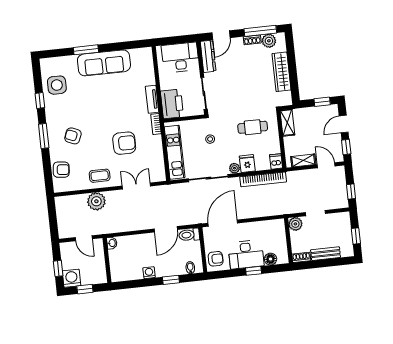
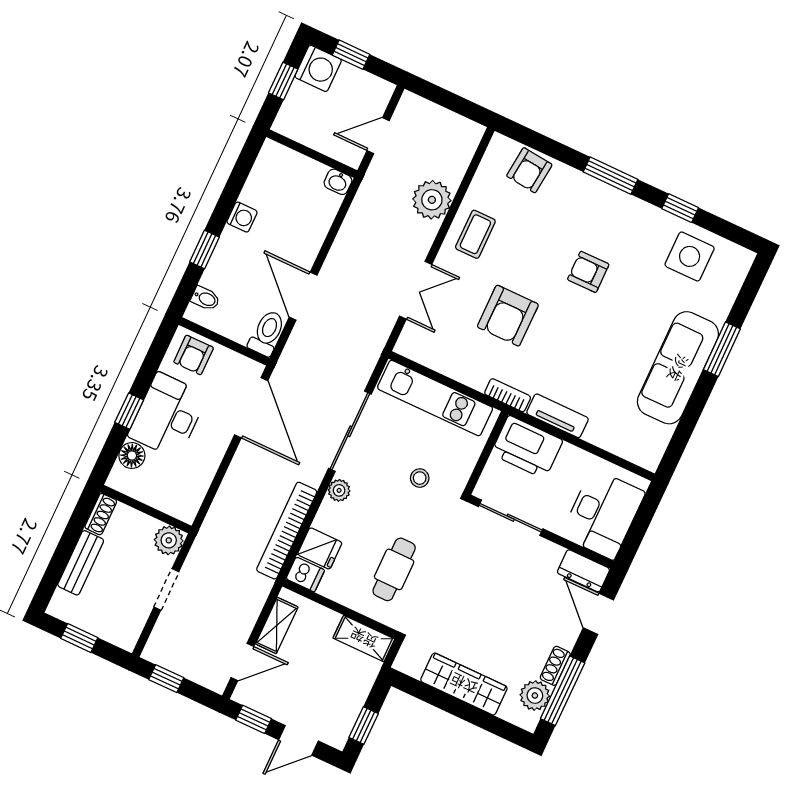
dresser: (208, 56) -> (583, 571), width x0.70
door: (344, 124) -> (299, 740), swing flipped
armchair: (73, 136) -> (588, 272), moved, turned -113
fridge: (247, 163) -> (320, 548), moved

